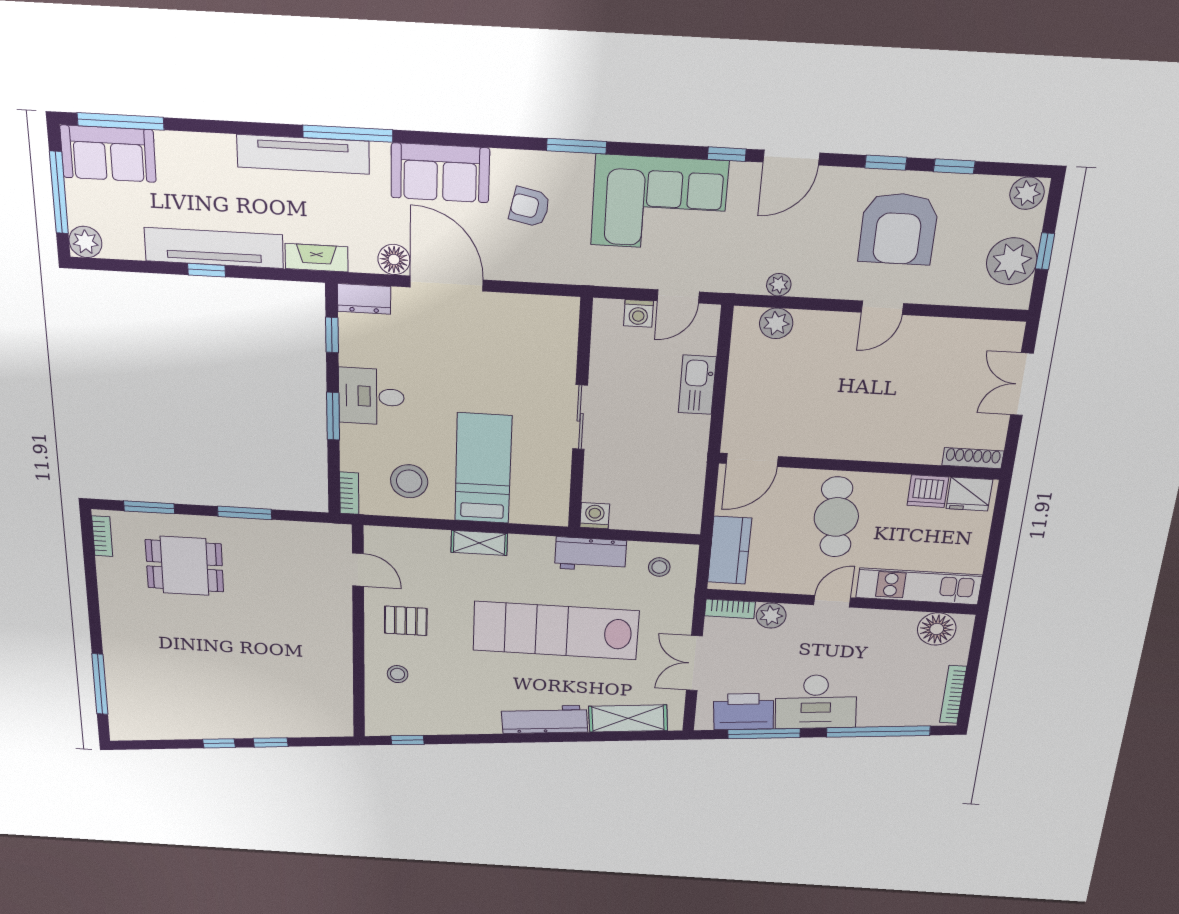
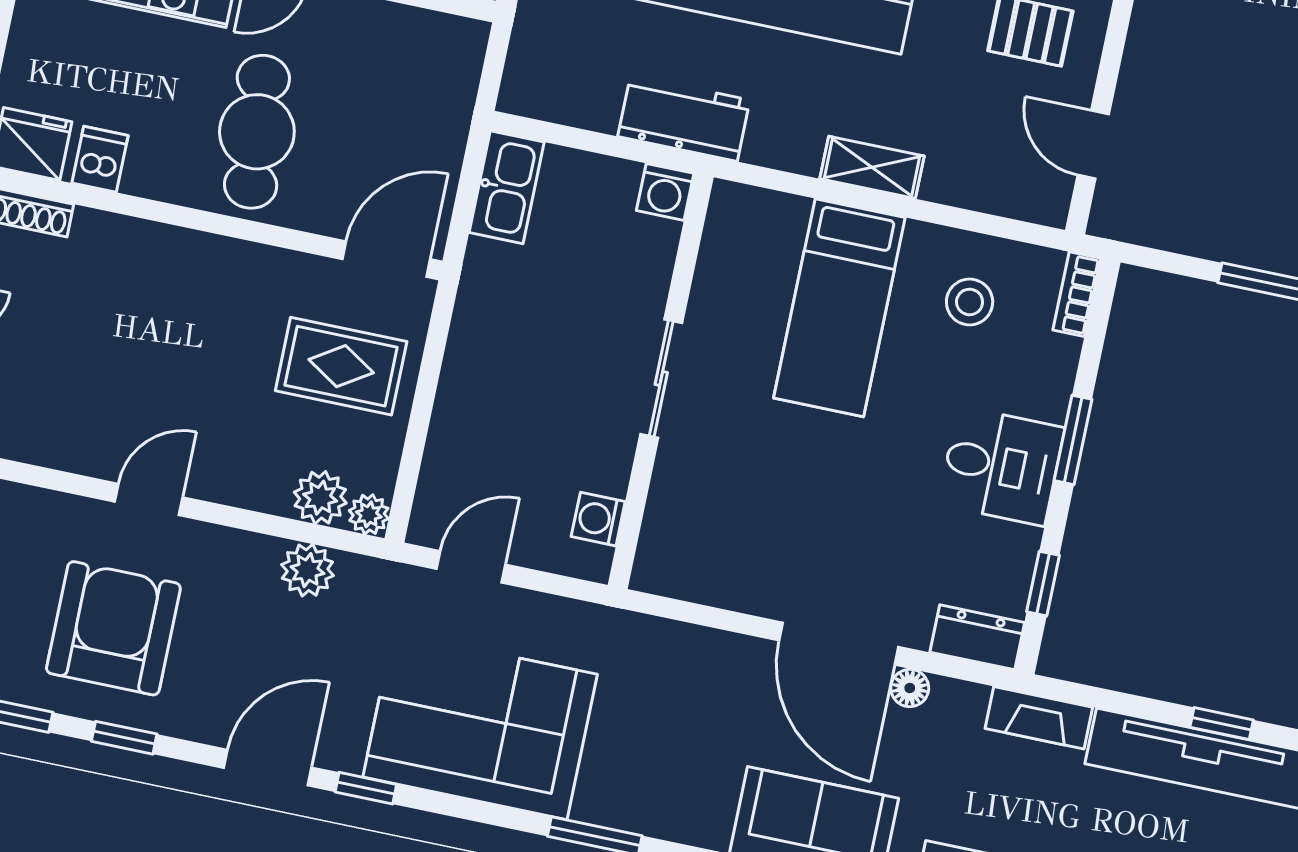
armchair: (530, 207) -> (684, 750), removed
floor lamp: (394, 260) -> (910, 688), width x0.73, depth x0.73
plant: (779, 285) -> (307, 570), width x1.38, depth x1.38
washing machine: (638, 313) -> (598, 519), moved, turned -90
plant: (745, 318) -> (369, 514), added
kitchen sink: (697, 385) -> (507, 187), moved
rug: (772, 399) -> (341, 366), added
stool: (409, 481) -> (970, 302), width x0.73, depth x0.73
dishwasher: (928, 491) -> (100, 159), width x0.73
kitchen counter: (730, 550) -> (444, 93), removed
stool: (659, 567) -> (569, 77), removed

